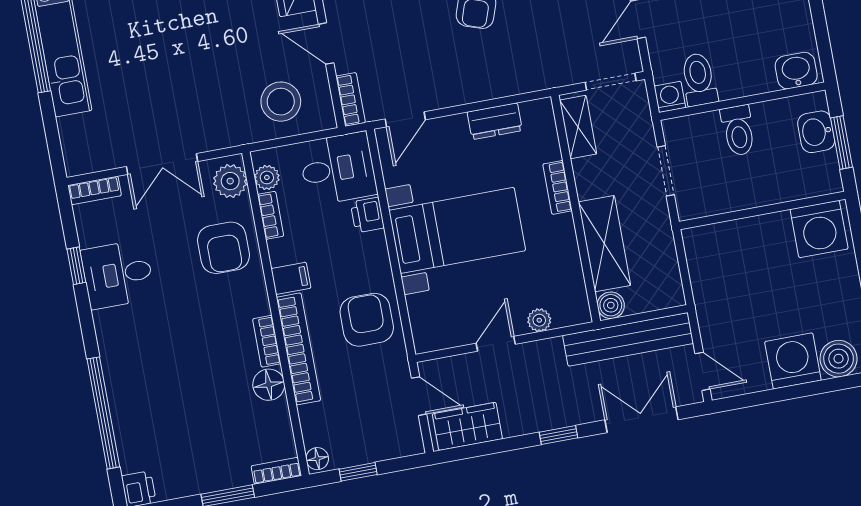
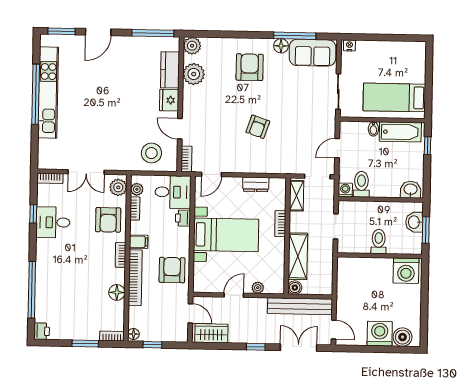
toilet: (738, 130) -> (379, 242), moved, turned 180
bookcase: (267, 341) -> (121, 255), moved

